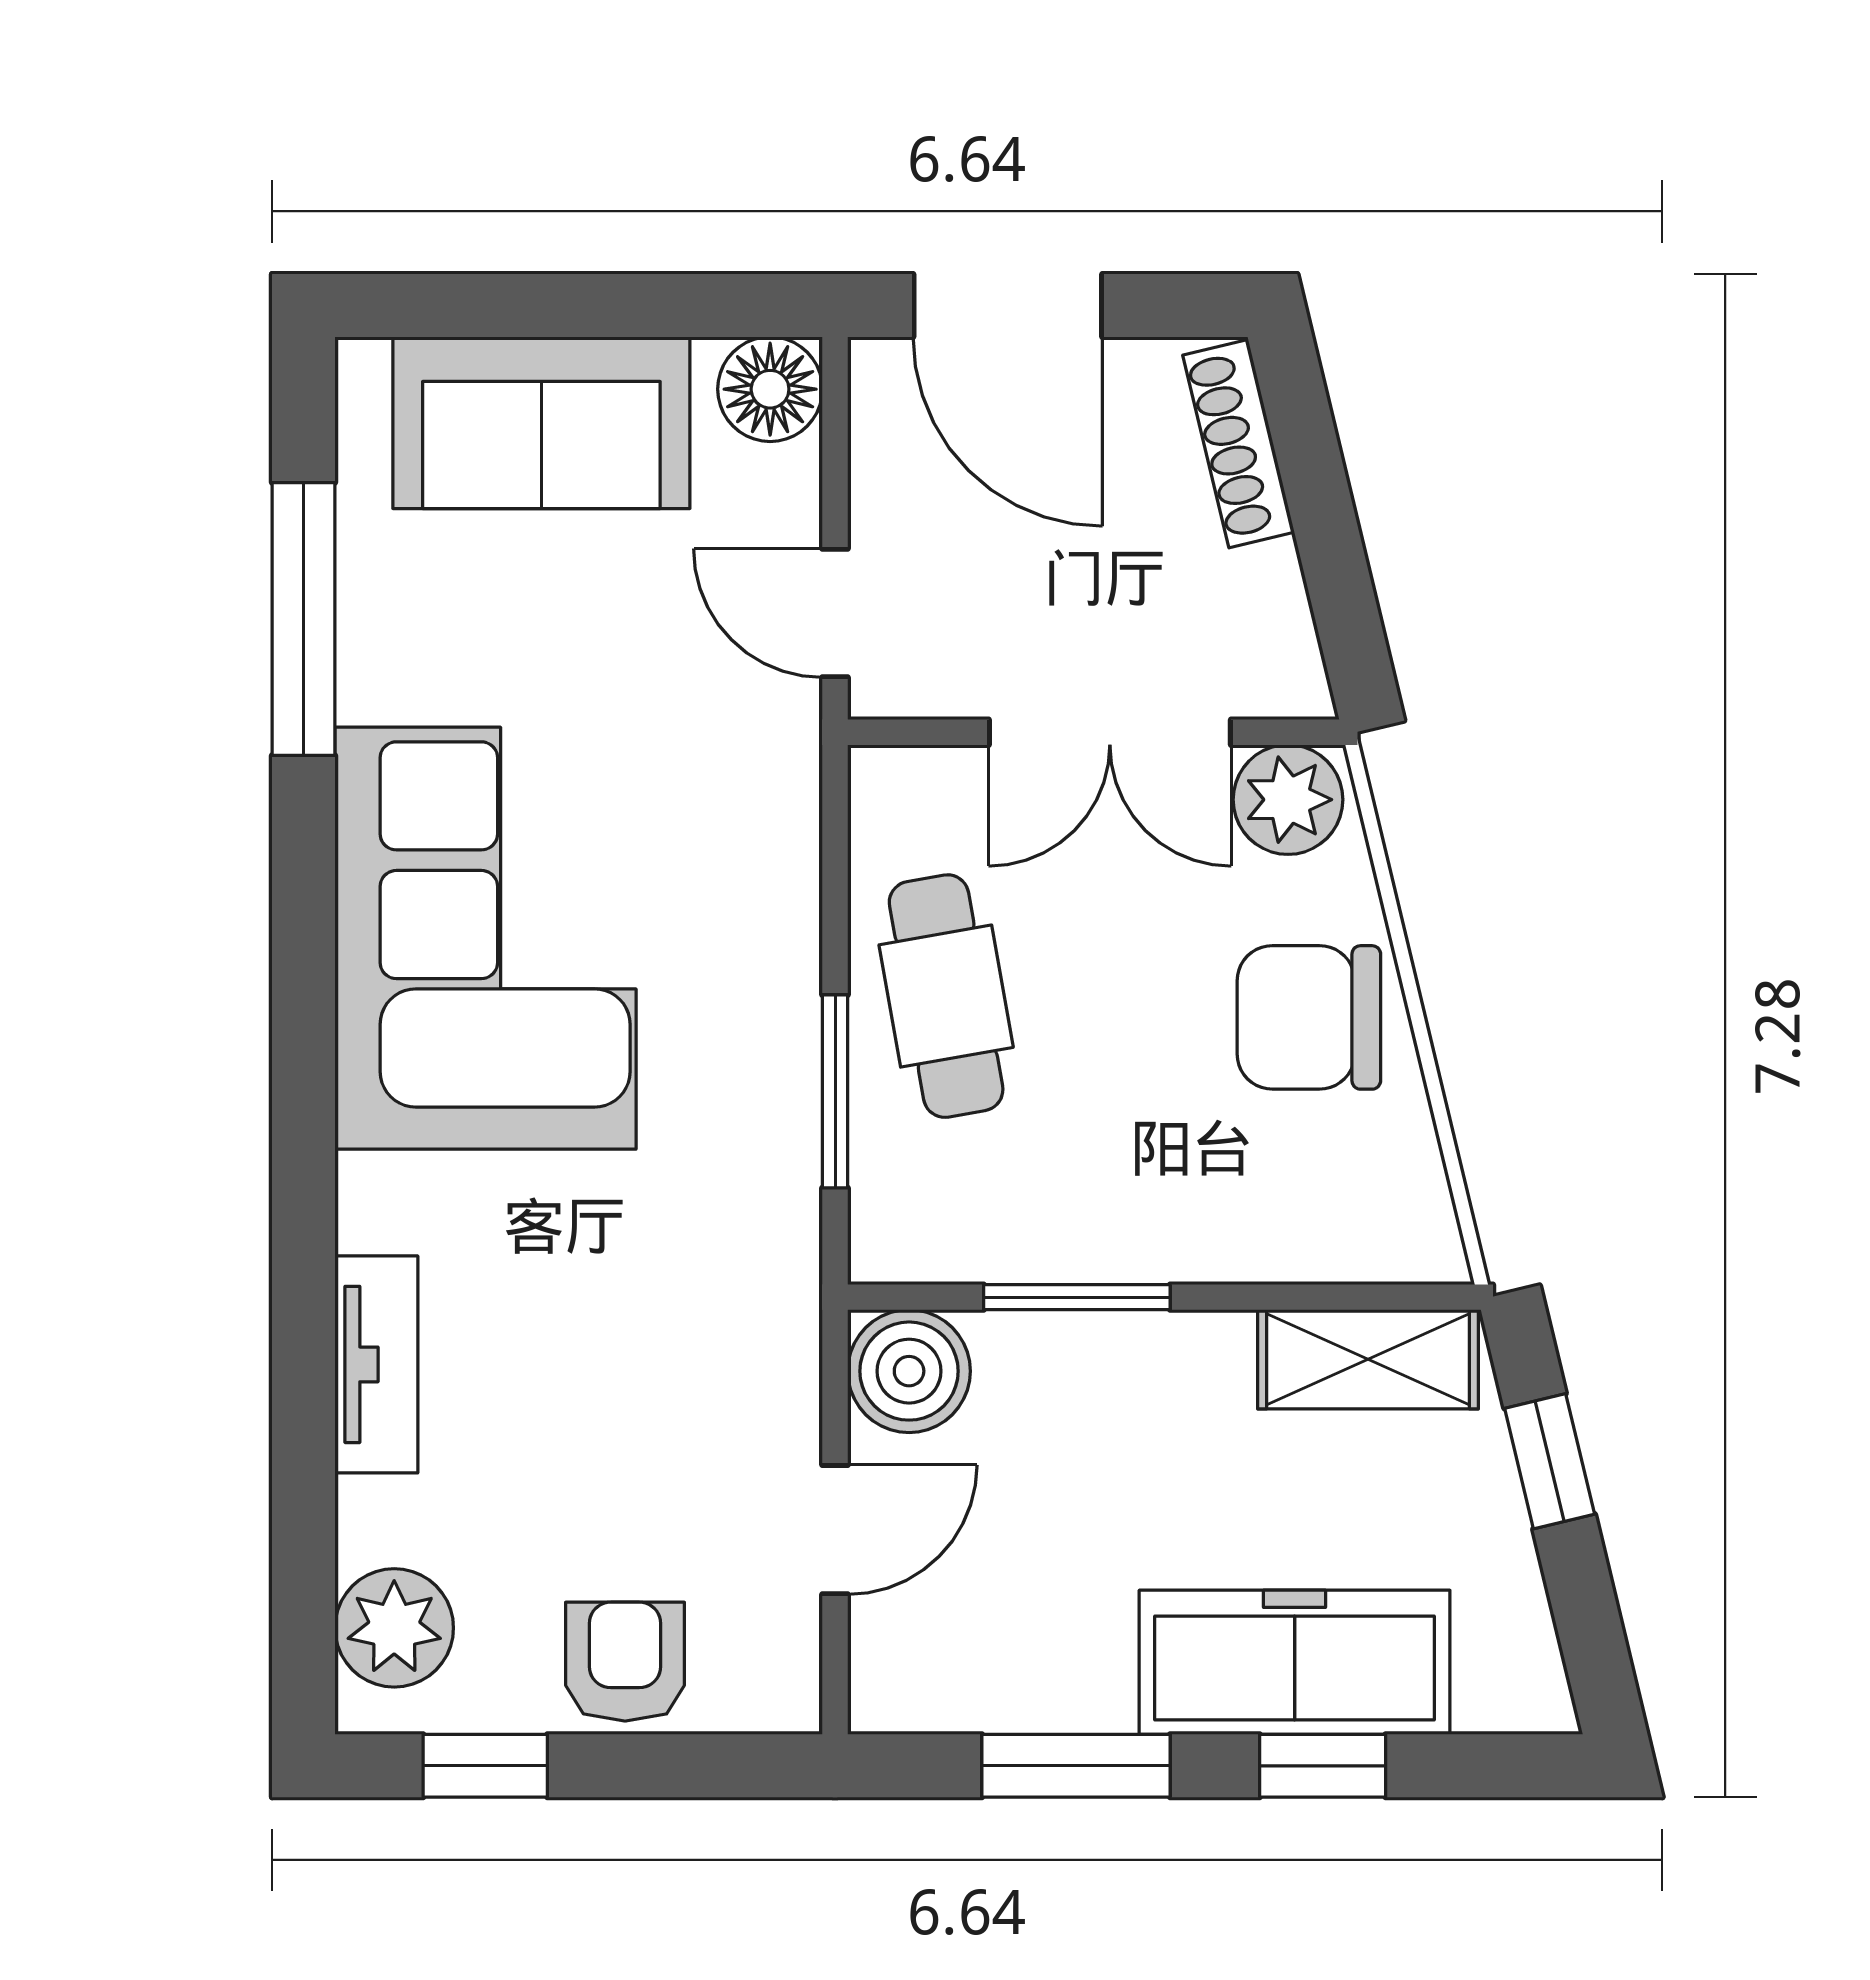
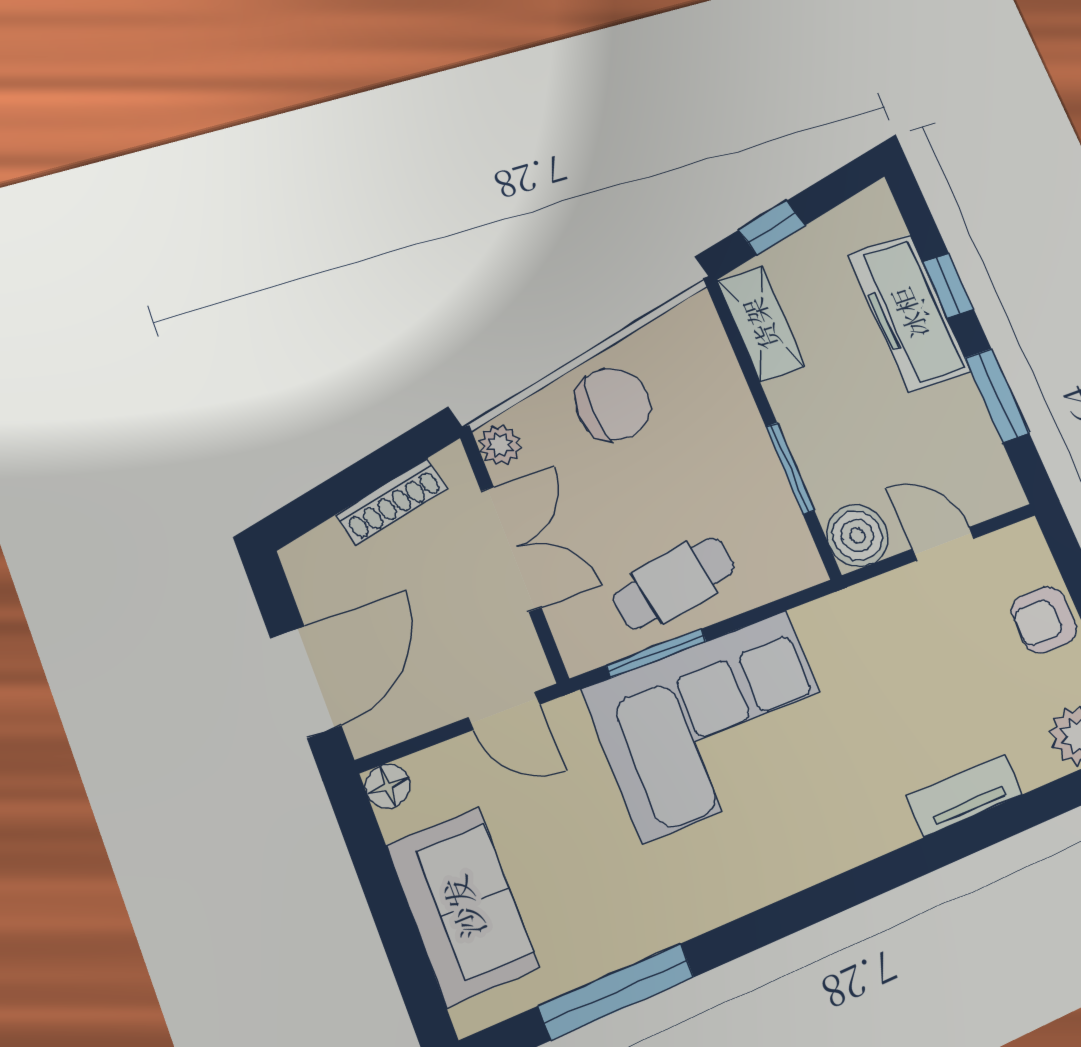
floor lamp: (770, 389) -> (388, 786), width x0.73, depth x0.73
shoe rack: (1239, 444) -> (392, 501), moved
door: (835, 613) -> (504, 711), hinge flipped
plant: (1288, 800) -> (500, 445), width x0.73, depth x0.73
corner sofa: (486, 938) -> (716, 725), moved, turned 180
chair: (1309, 1017) -> (613, 404), turned -90
window: (835, 1091) -> (656, 653), moved

